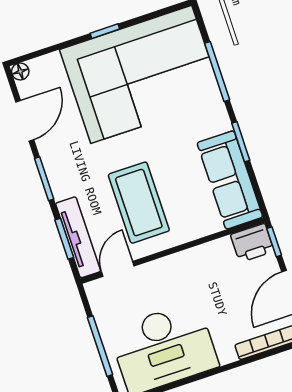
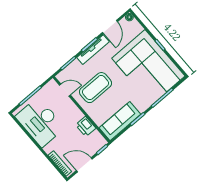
door: (25, 121) -> (110, 27), hinge flipped
tv unit: (78, 237) -> (93, 50), moved
printer: (252, 243) -> (86, 126), moved

